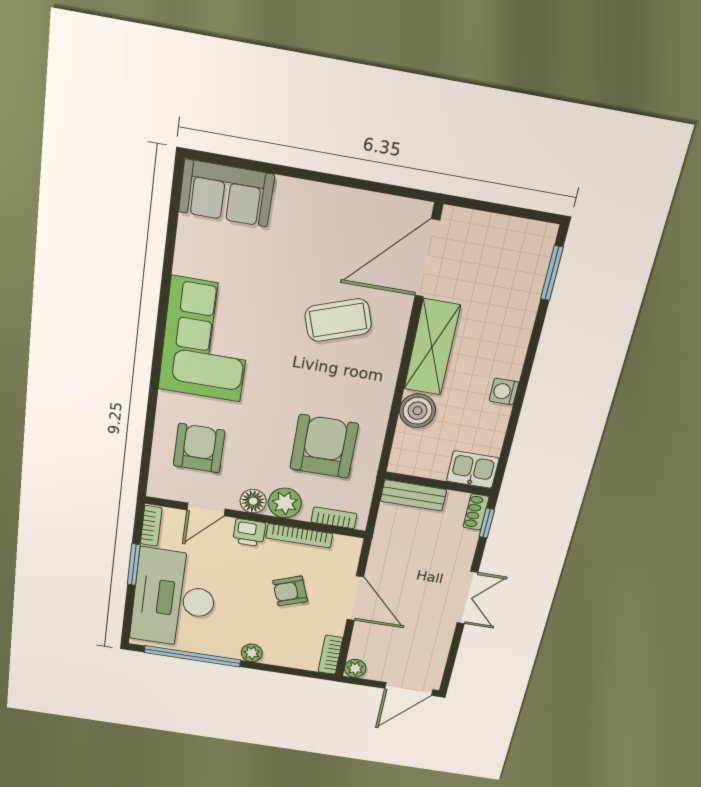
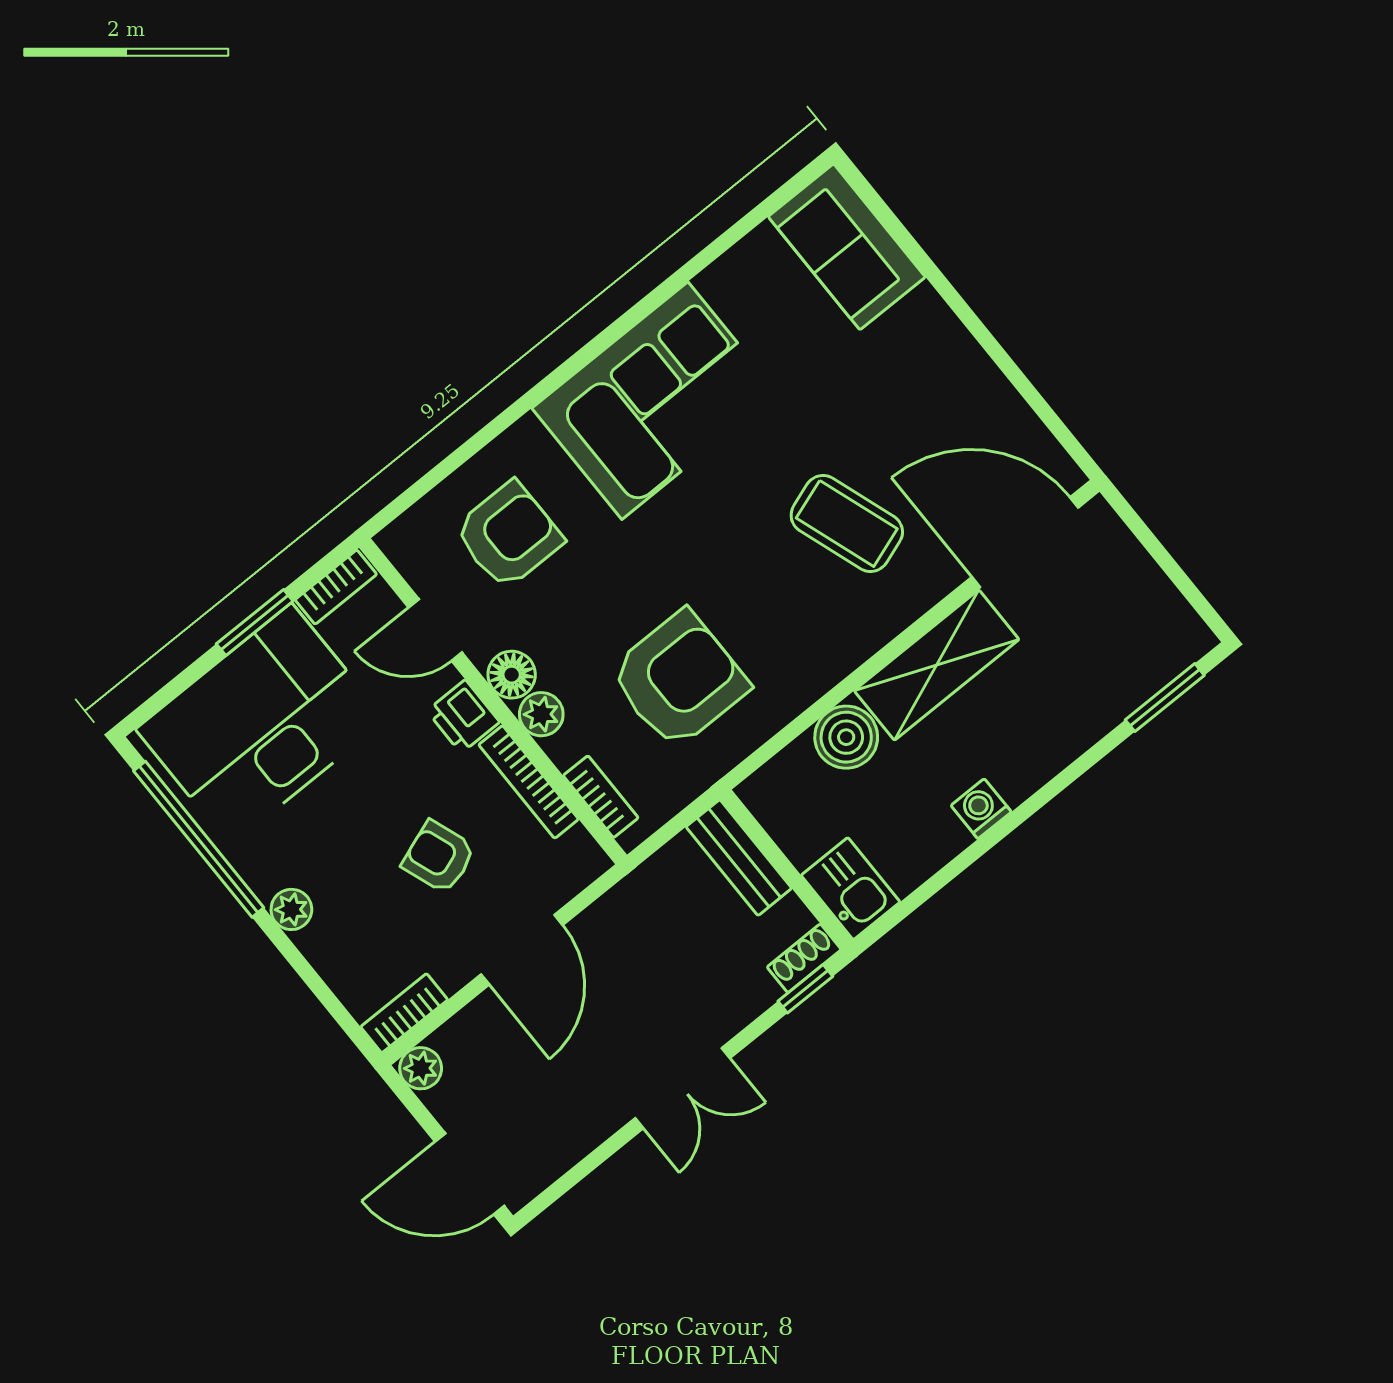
plant: (285, 503) -> (541, 714), width x0.73, depth x0.73

